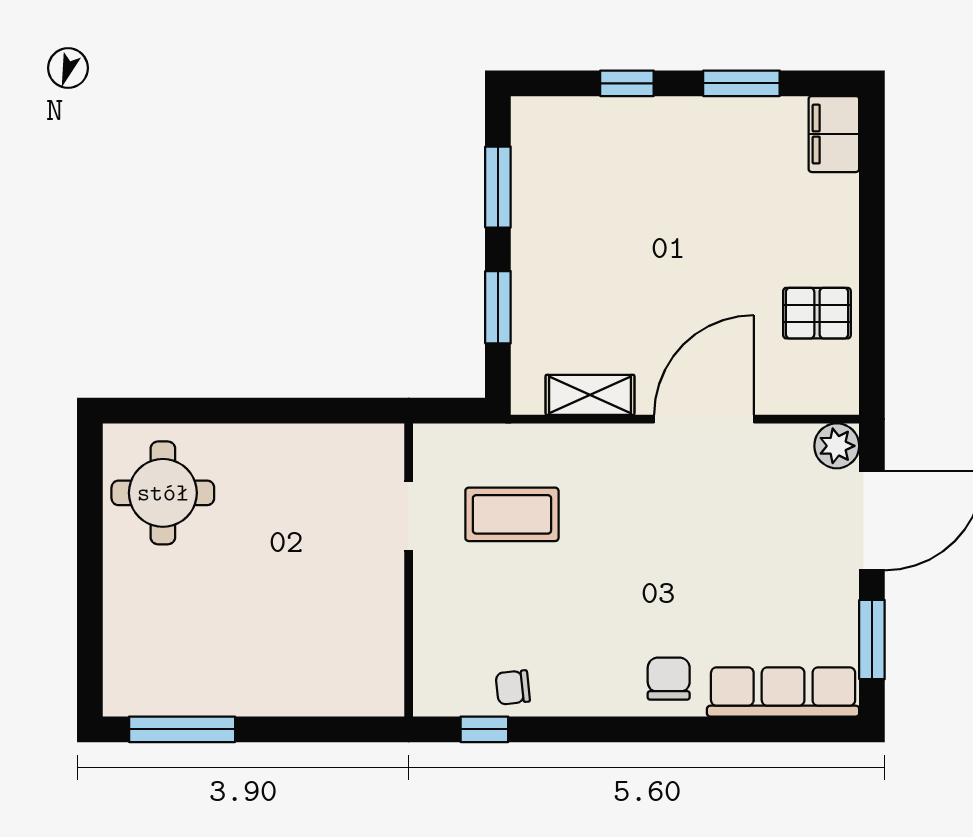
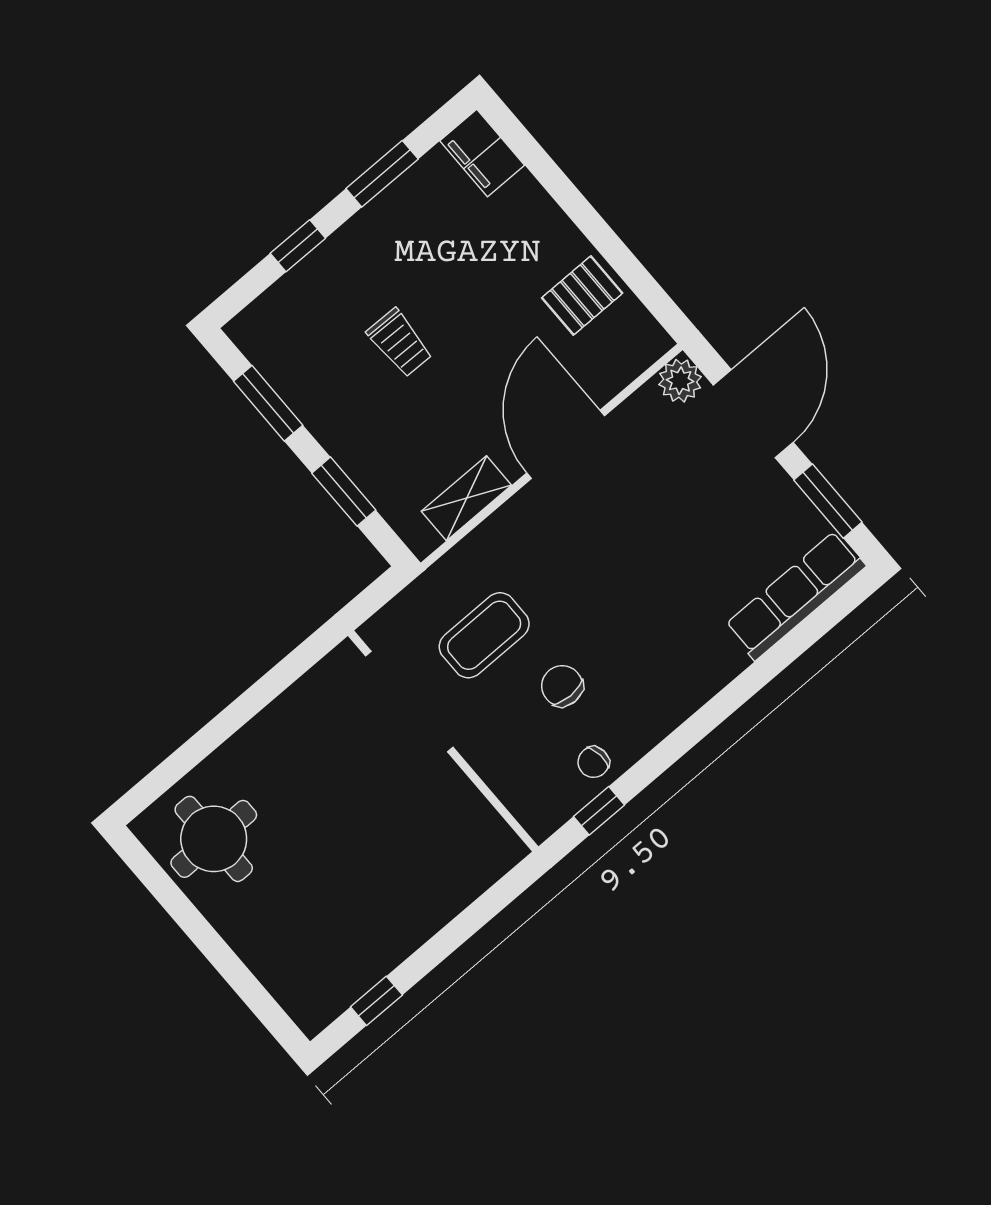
trolley: (642, 228) -> (400, 343), added
doorway: (409, 516) -> (409, 701), width x1.88
chair: (669, 679) -> (562, 686), moved
window: (182, 729) -> (376, 1001), width x0.46

